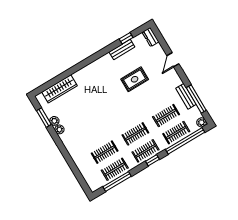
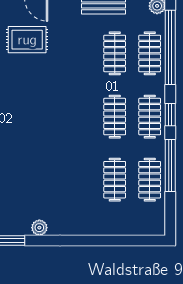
rug: (135, 79) -> (27, 40), moved, turned 90
plant: (54, 121) -> (22, 228), removed
window: (117, 181) -> (170, 166), moved

